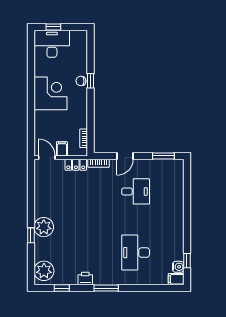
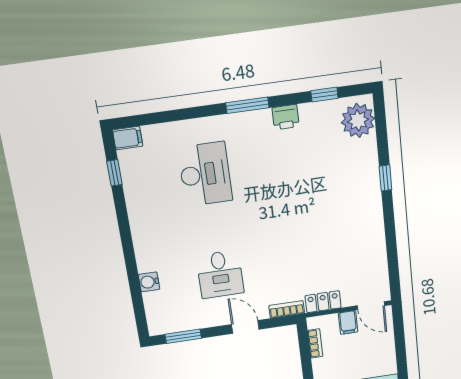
door: (125, 156) -> (245, 327), hinge flipped
desk: (136, 191) -> (220, 274), turned -90
plant: (44, 227) -> (365, 195), removed
water cooler: (178, 267) -> (149, 282), moved

